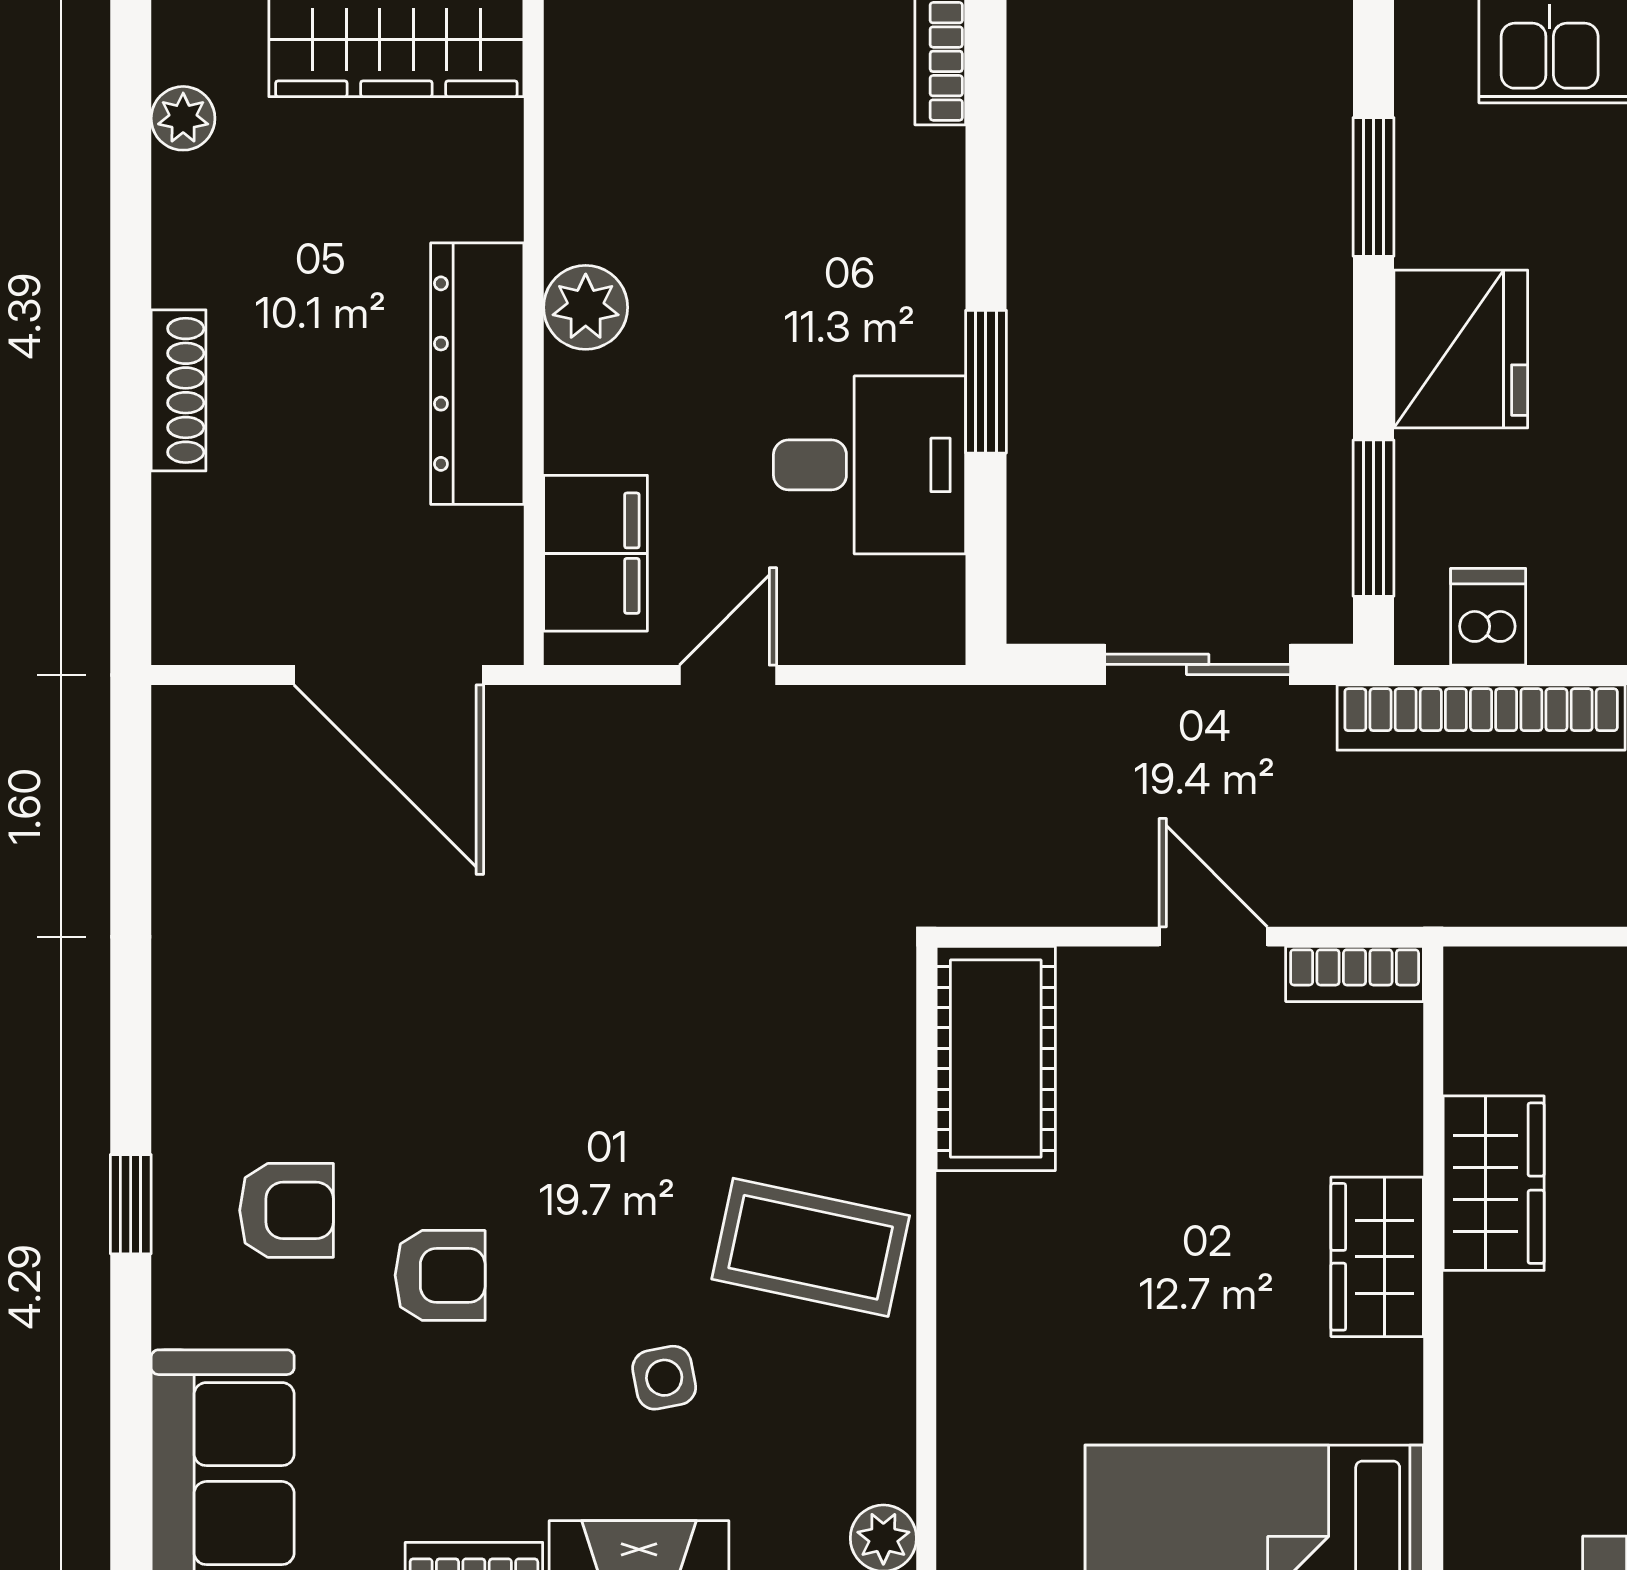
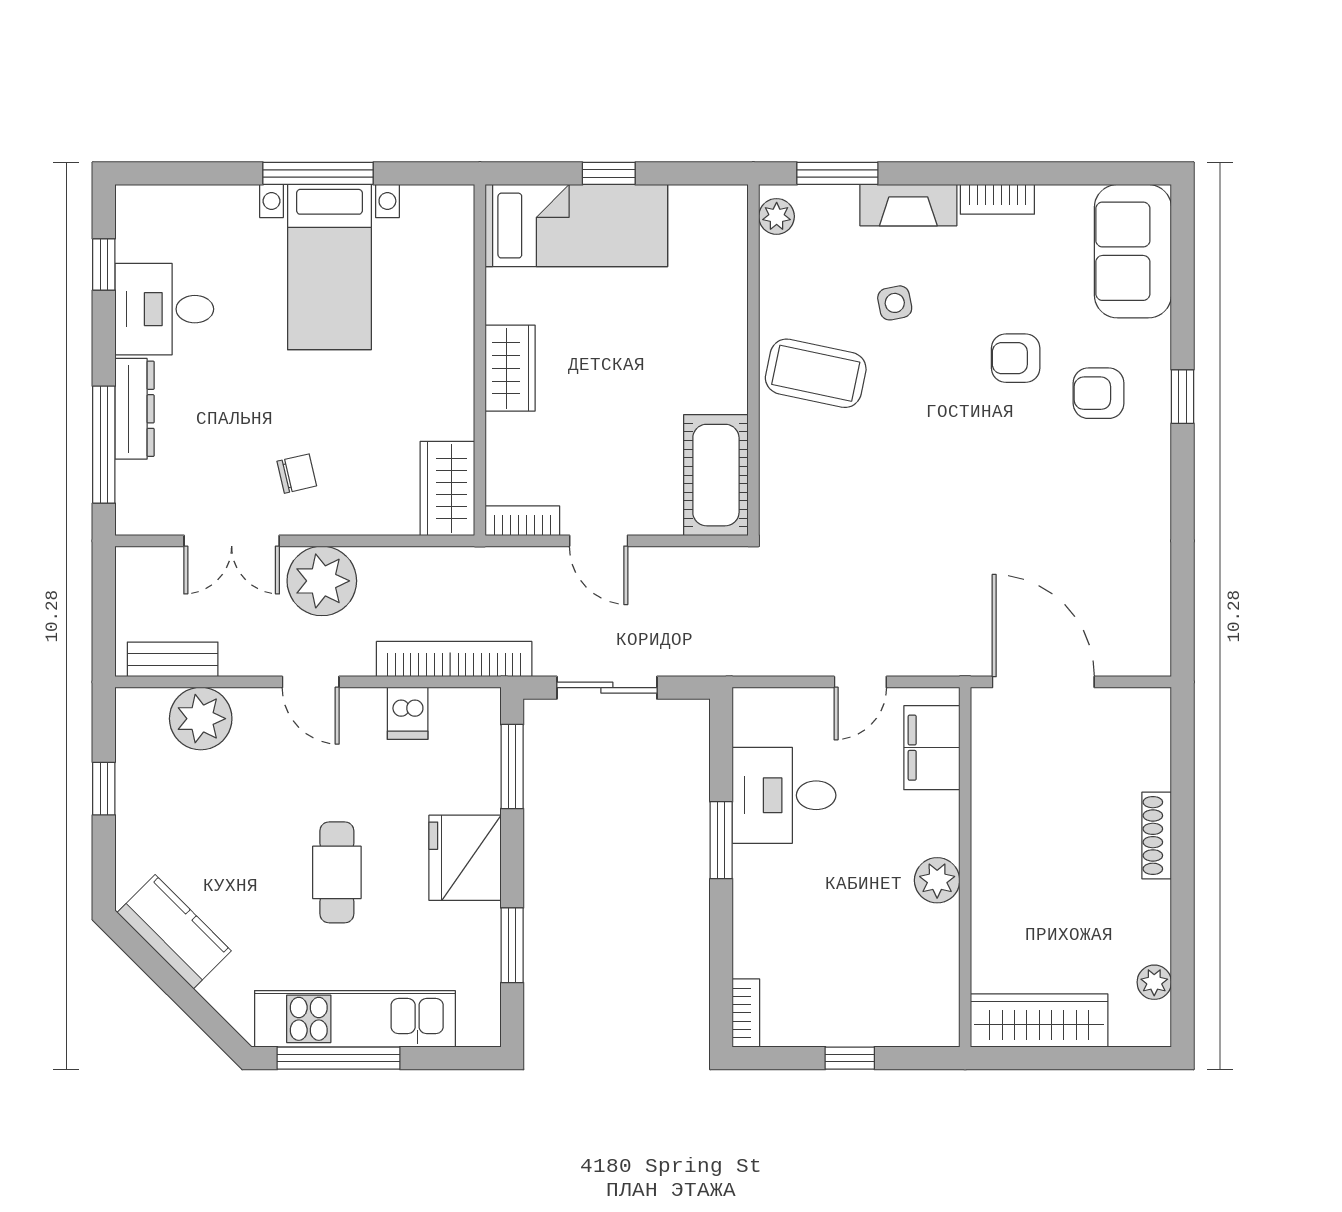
dresser: (477, 374) -> (996, 845), removed
dishwasher: (1488, 617) -> (408, 713), moved
wardrobe: (1494, 1183) -> (447, 488), moved

